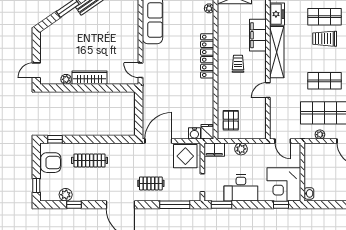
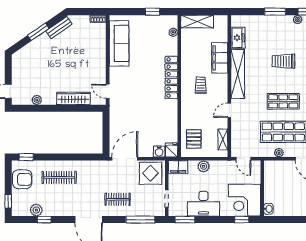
shop shelf: (324, 17) -> (283, 40), removed
wardrobe: (89, 78) -> (73, 98), moved
shelving: (261, 121) -> (223, 139), added

